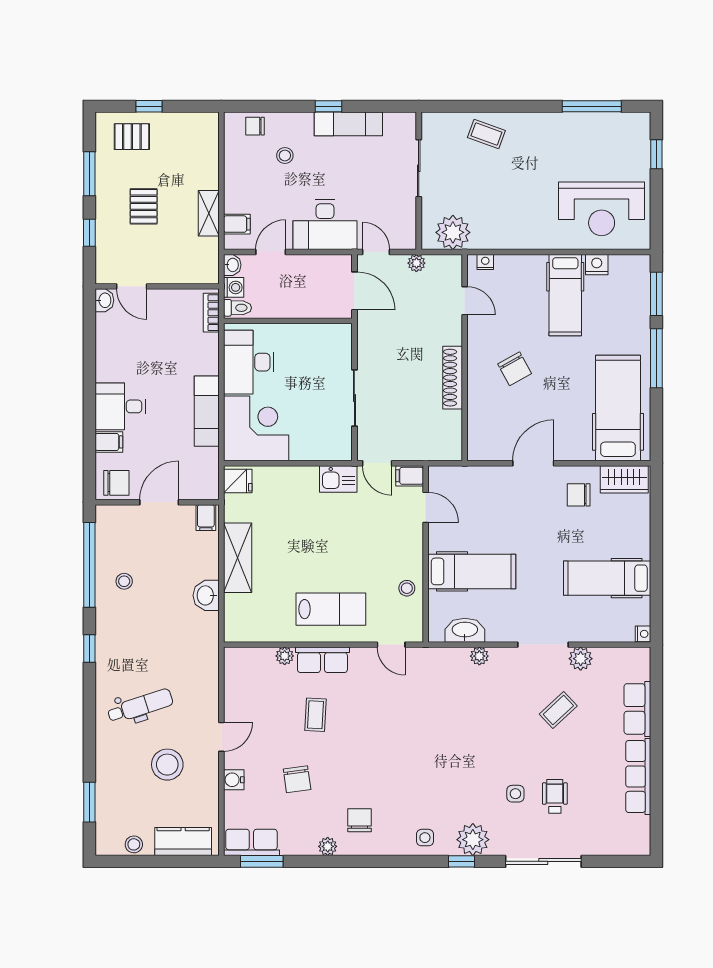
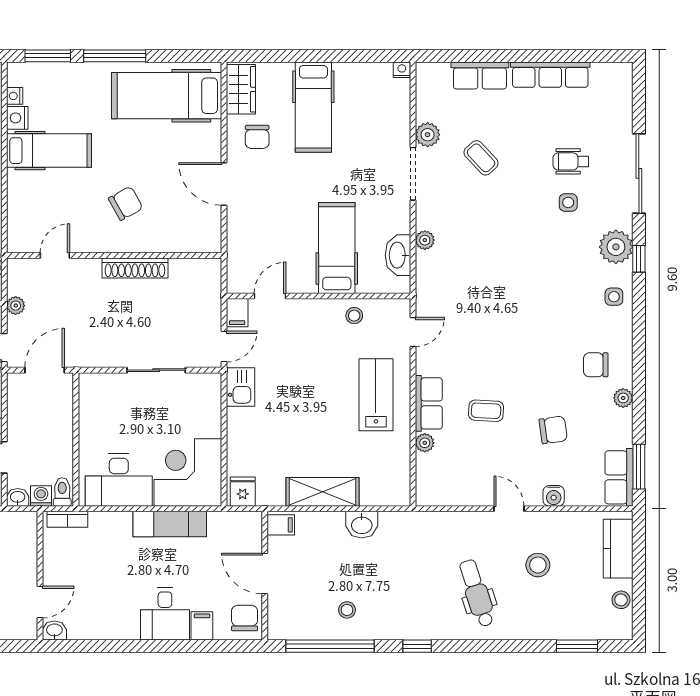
nightstand: (485, 262) -> (15, 96), moved
hospital bed: (607, 578) -> (313, 107), moved
stool: (167, 765) -> (538, 565), width x0.73, depth x0.73

